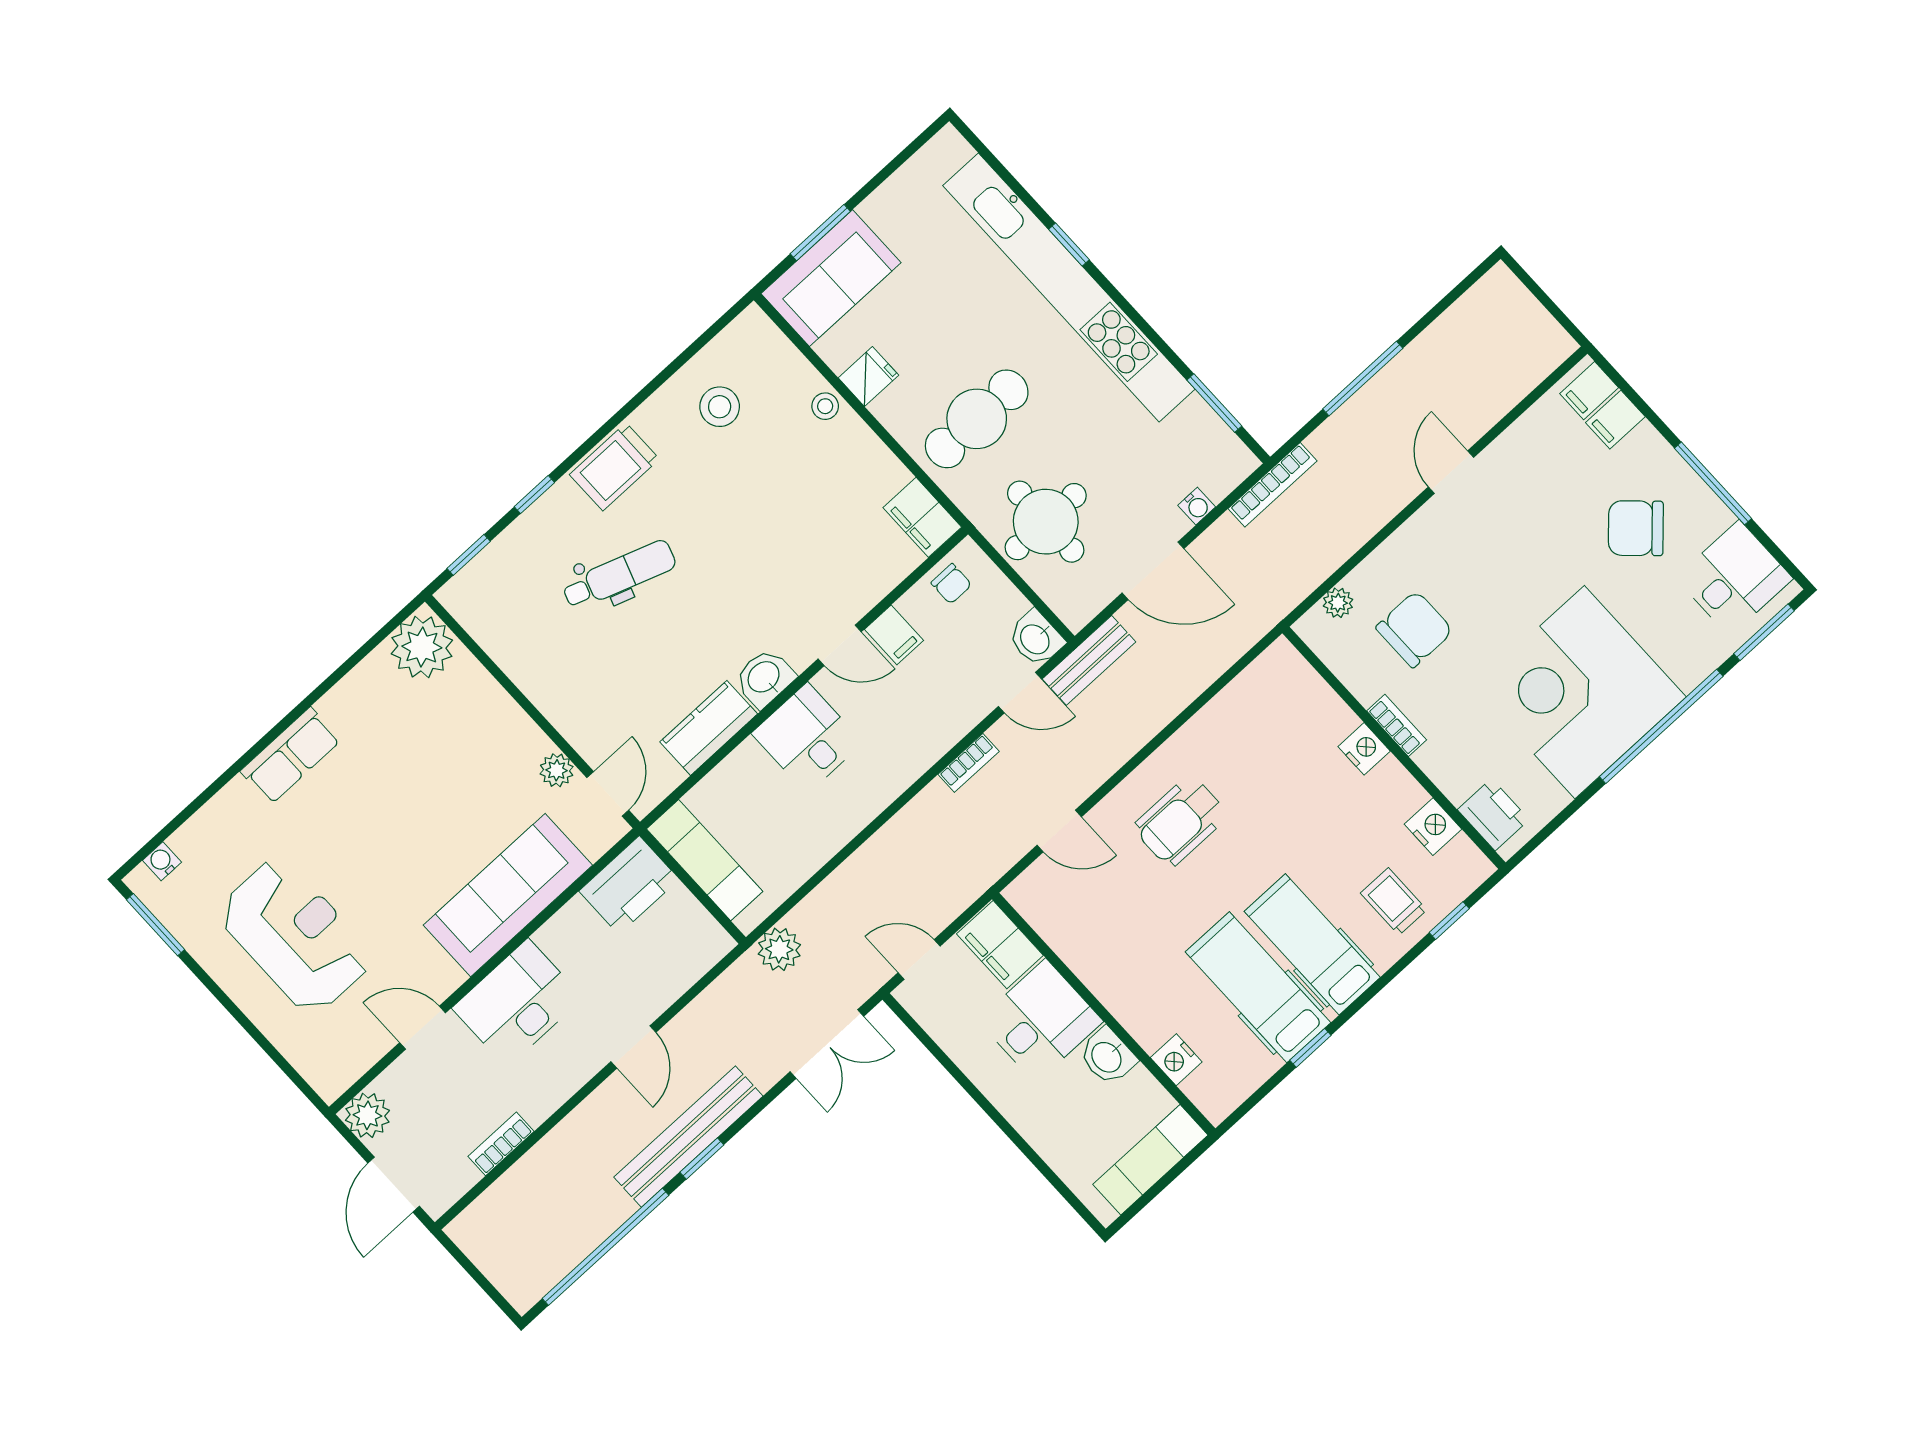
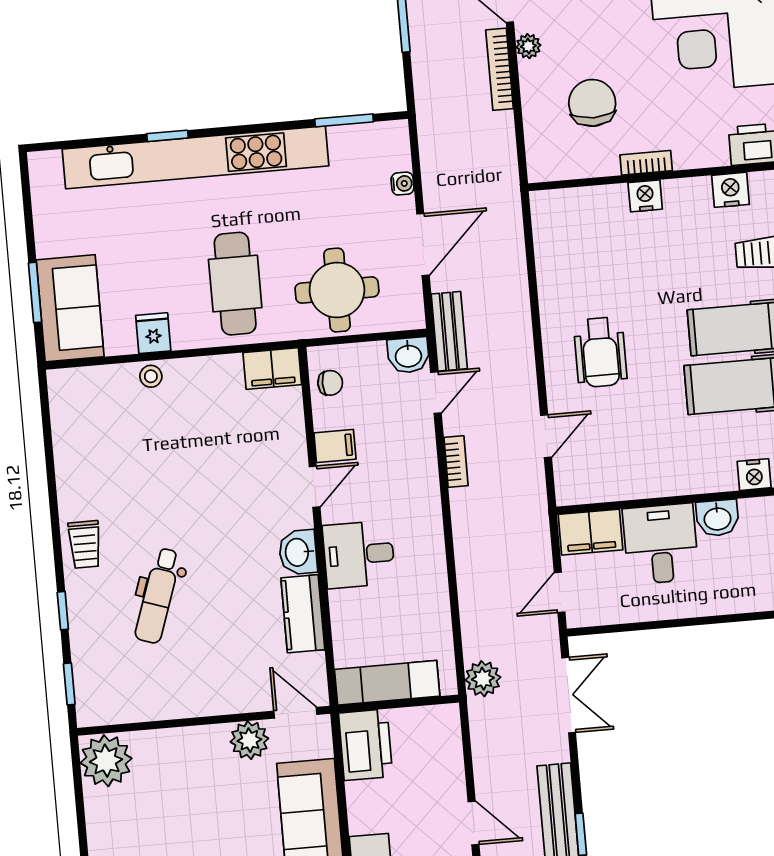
stool: (720, 407) -> (98, 446), removed
trolley: (614, 467) -> (85, 544), width x0.73, depth x0.72
bookcase: (1273, 485) -> (500, 69), moved, turned 180
dental chair: (619, 575) -> (158, 596), turned 180
plant: (1338, 603) -> (528, 46), moved
plant: (557, 770) -> (249, 740), width x1.38, depth x1.38

